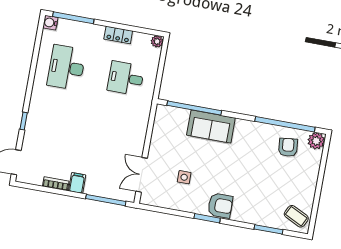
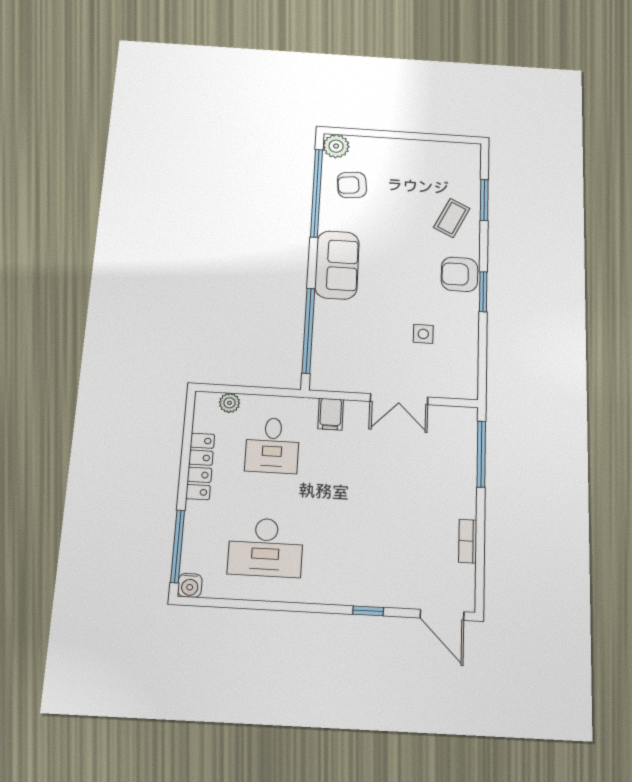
locker: (118, 35) -> (200, 466), width x1.53
plant: (157, 41) -> (229, 403), moved
sofa: (211, 126) -> (337, 265), moved
double door: (142, 175) -> (399, 399), moved
filing cabinet: (77, 183) -> (331, 414), moved, turned -90
armchair: (220, 206) -> (459, 274), turned -90
coffee table: (296, 216) -> (452, 218), moved

